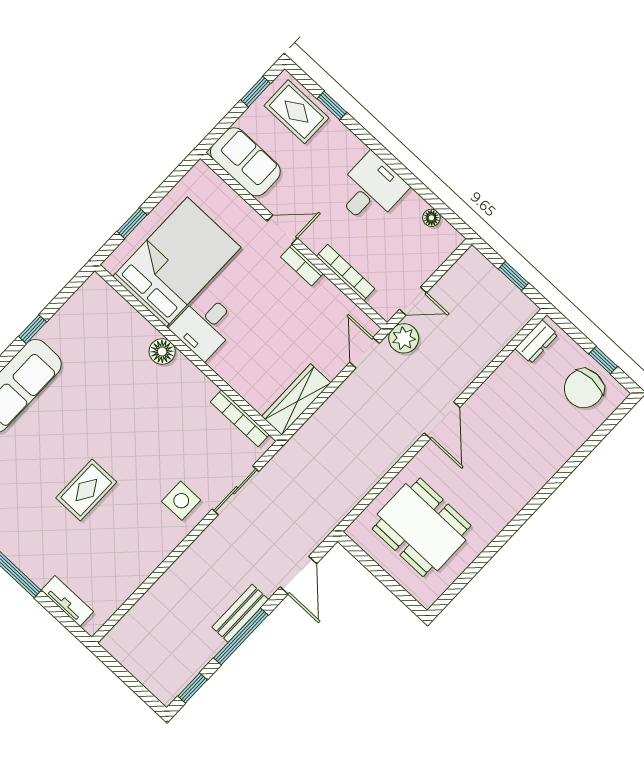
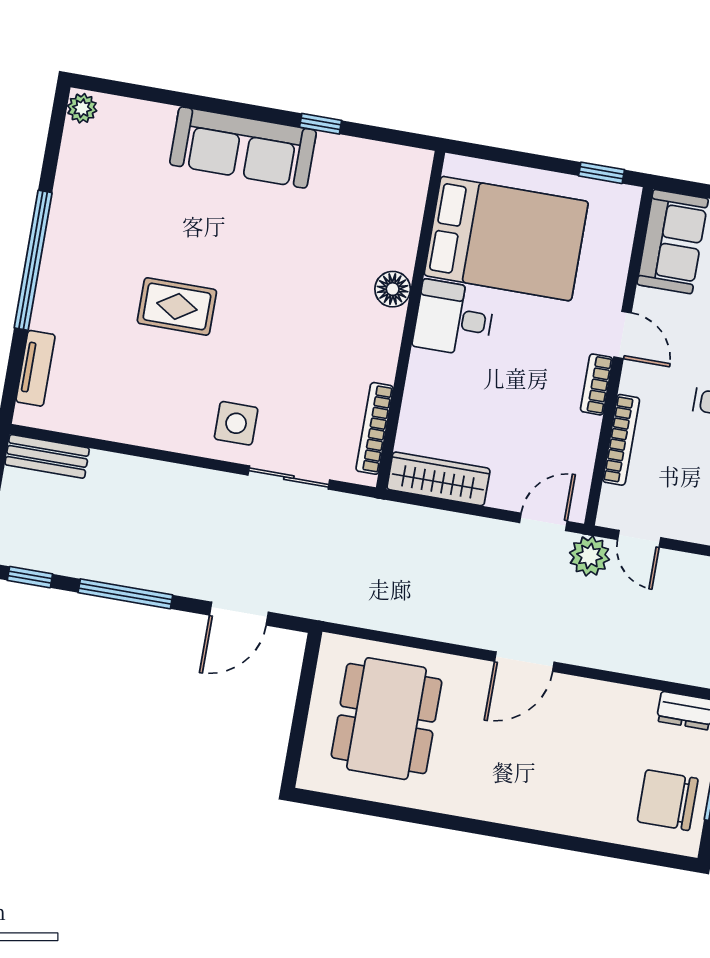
window: (132, 223) -> (602, 173), moved
bench: (240, 613) -> (47, 456), moved

